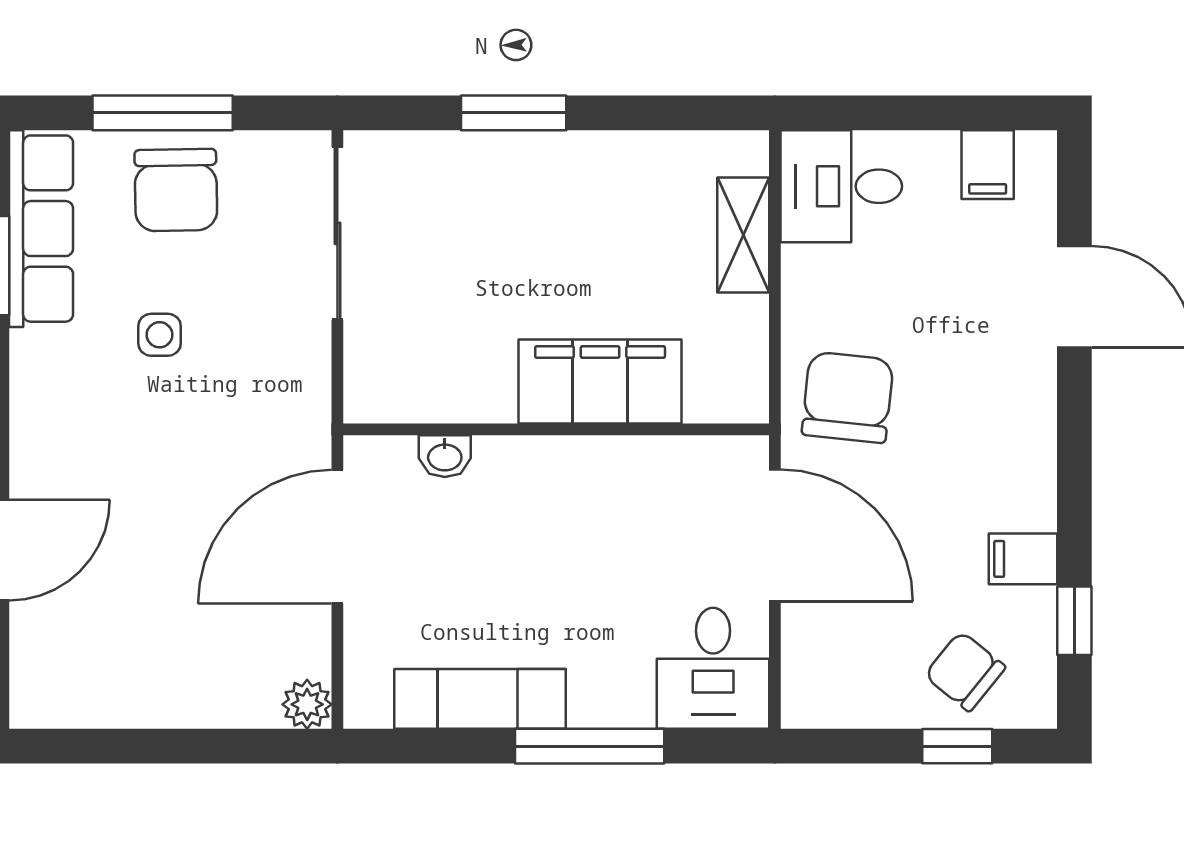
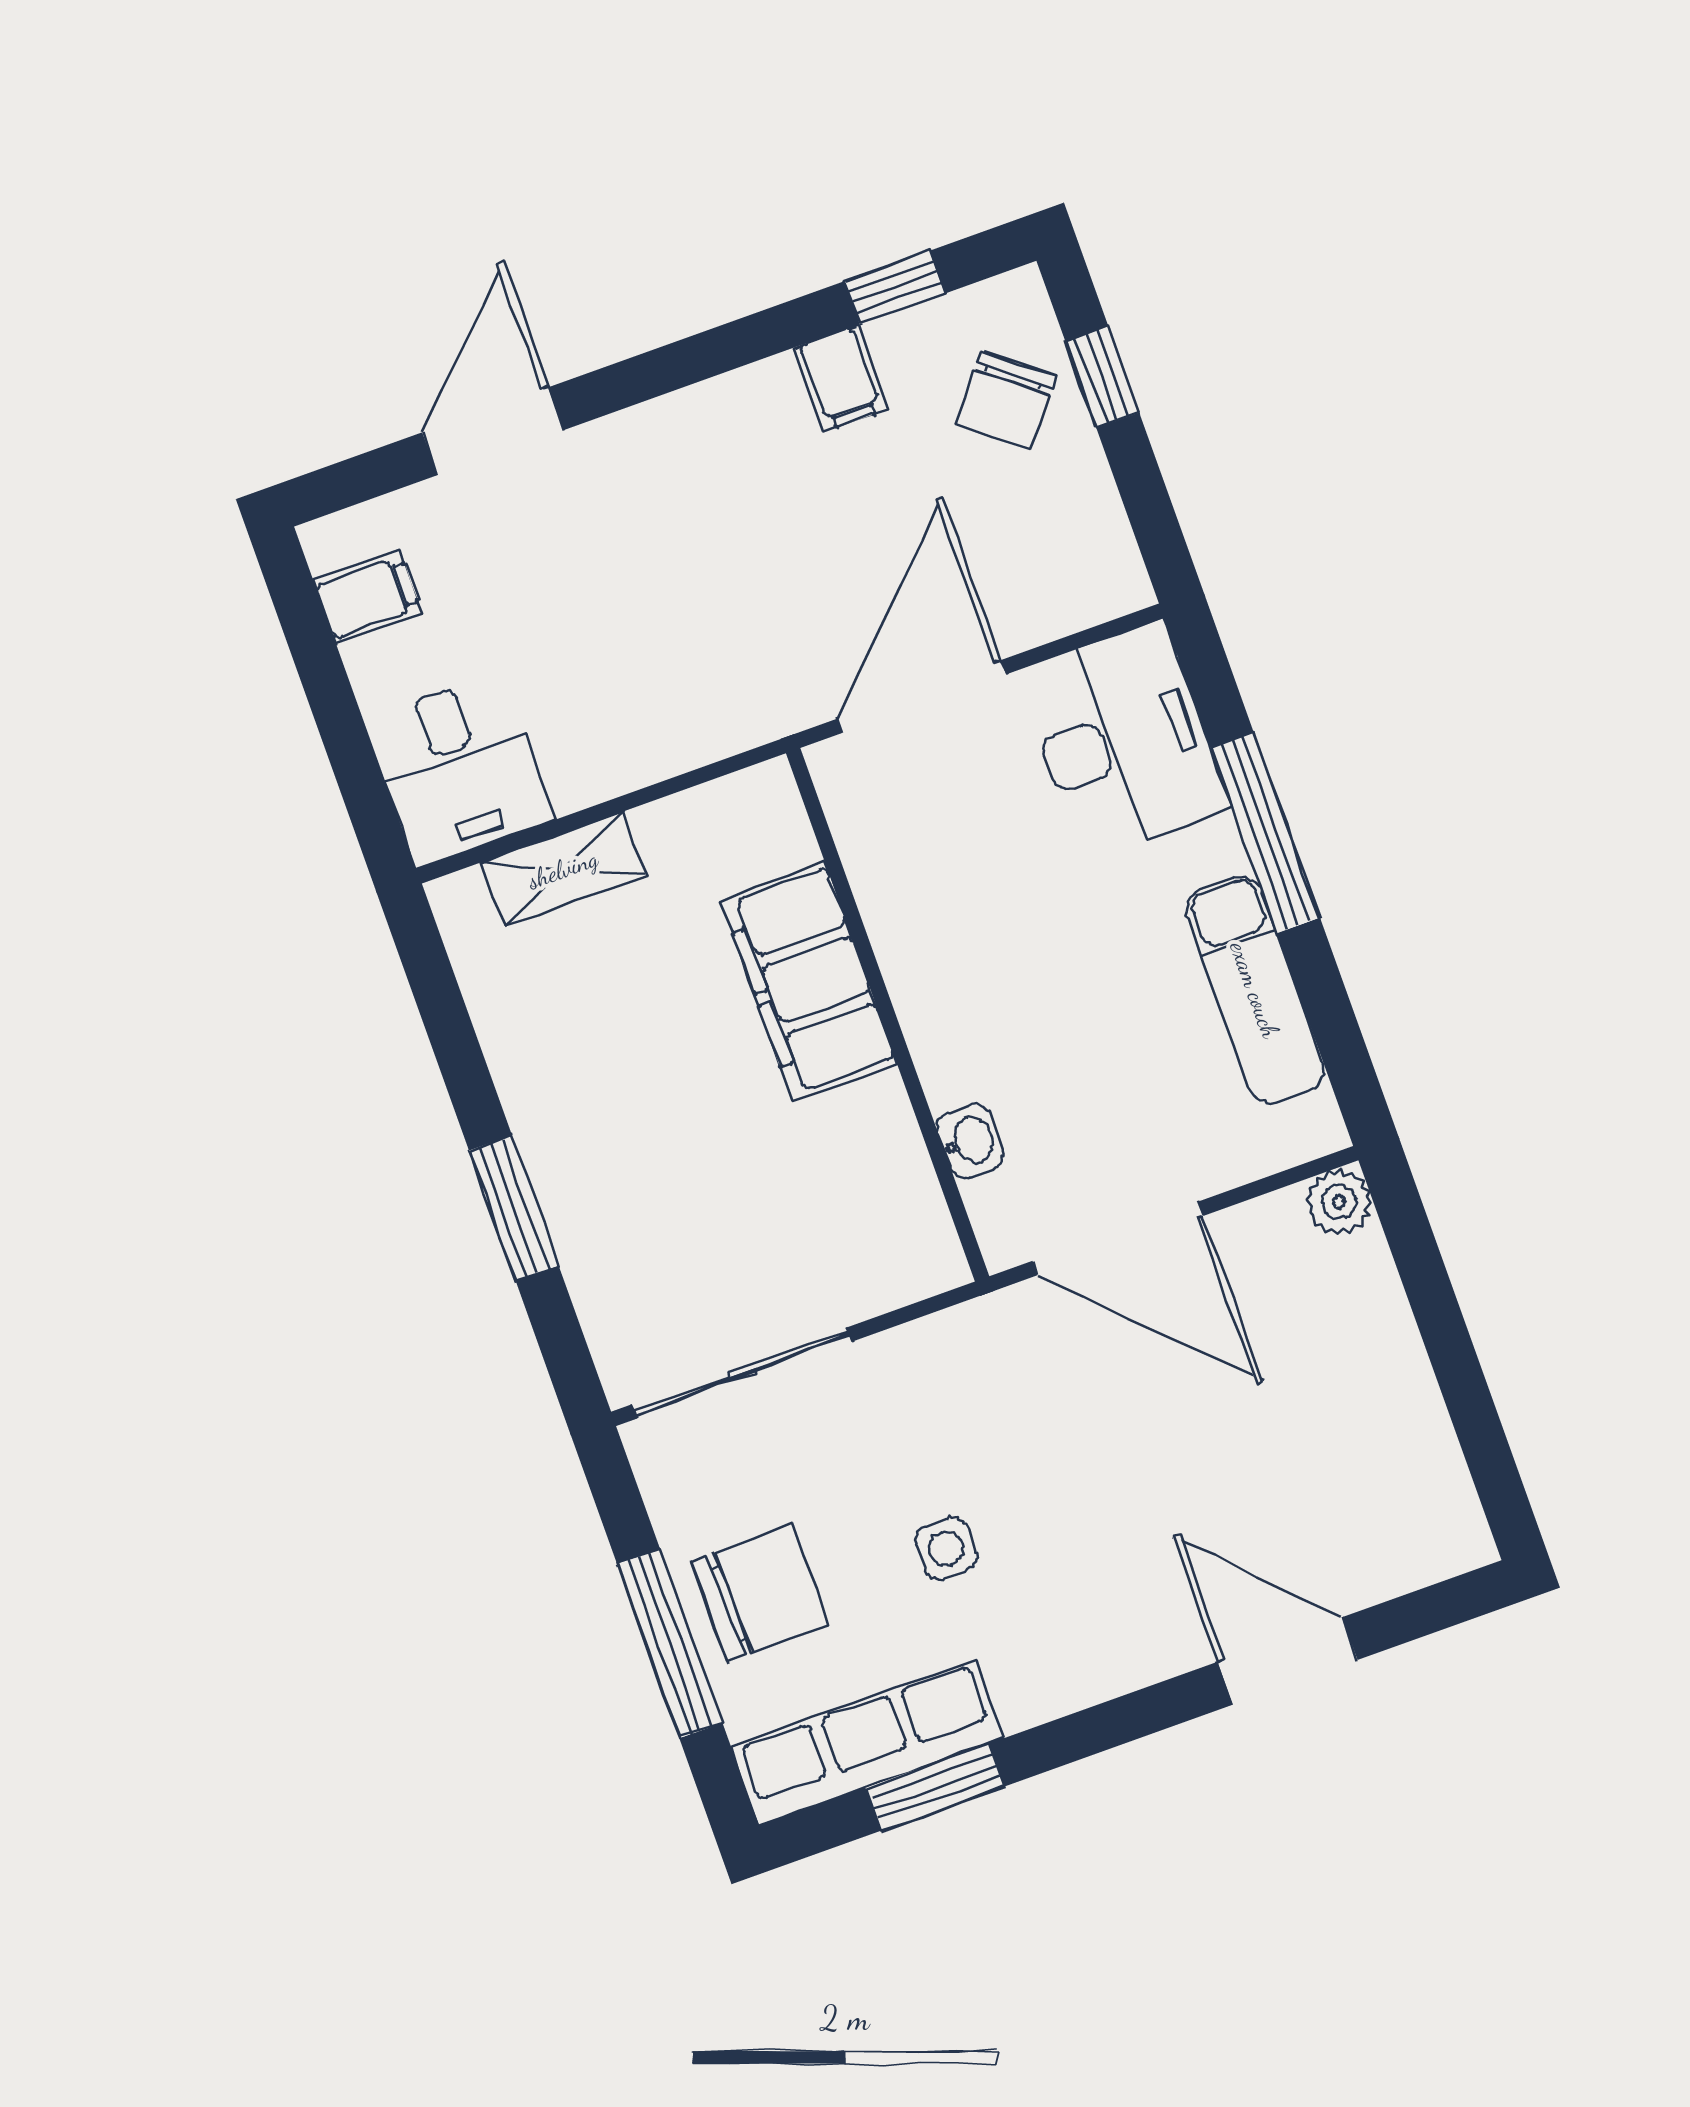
chair: (848, 397) -> (718, 668), removed
desk: (713, 668) -> (1123, 740), width x1.37

